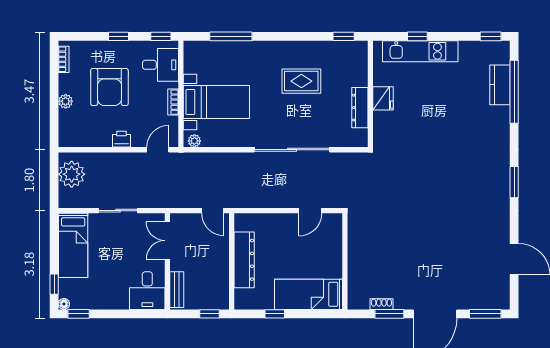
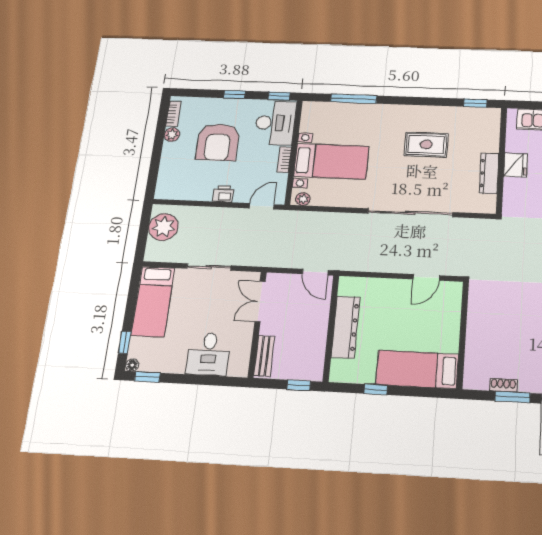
desk: (161, 65) -> (275, 123), width x1.37
plant: (66, 101) -> (172, 135), moved
desk: (147, 291) -> (209, 354), moved

